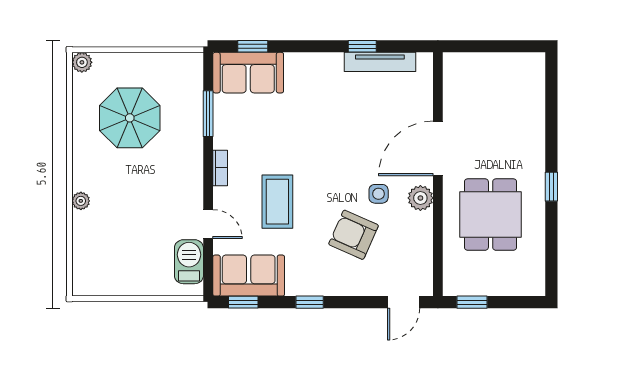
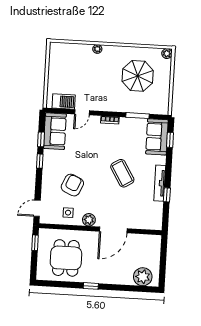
tv unit: (380, 62) -> (160, 183), moved
plant: (527, 85) -> (143, 277), added
door: (438, 148) -> (113, 230), swing flipped
side table: (379, 194) -> (68, 213), moved
coffee table: (277, 202) -> (122, 173), moved, turned 59
dining table: (491, 215) -> (66, 258), moved, turned 90
window: (243, 302) -> (41, 139), moved
door: (404, 302) -> (37, 208), hinge flipped

